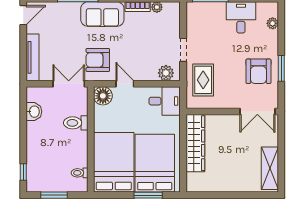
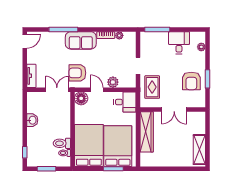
tv unit: (33, 57) -> (31, 76), width x0.71
plant: (166, 73) -> (113, 82), moved
washbasin: (34, 112) -> (32, 120), moved
double door: (257, 112) -> (174, 109), moved
toilet: (76, 123) -> (62, 143), moved

